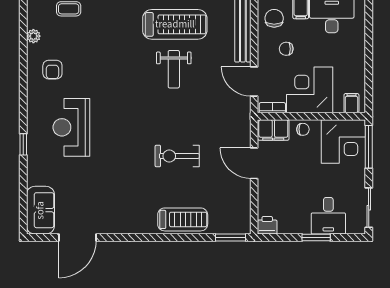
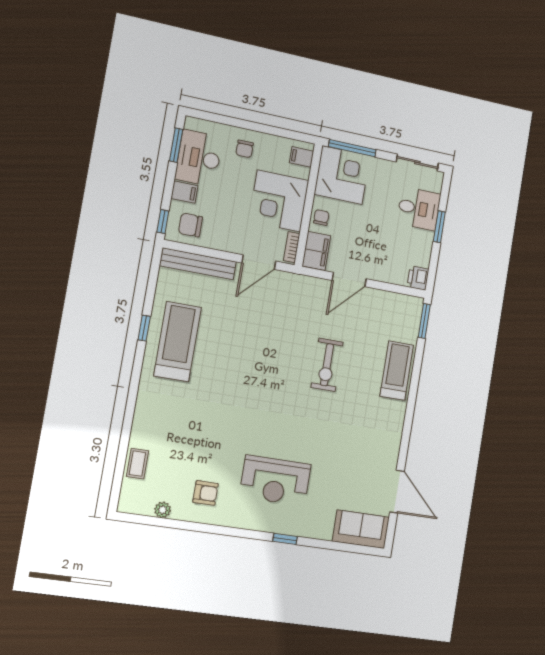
chair: (286, 49) -> (245, 149), moved
weight bench: (174, 69) -> (229, 352), removed

